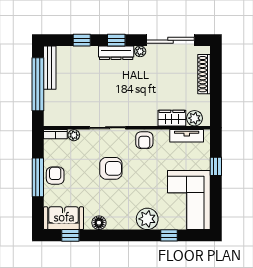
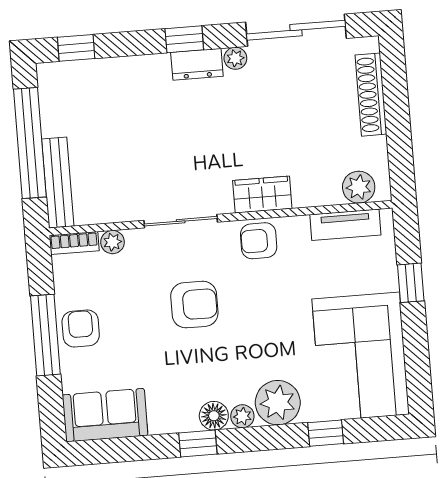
window: (82, 40) -> (76, 48), moved
dresser: (116, 53) -> (197, 64), width x0.70
bench: (50, 68) -> (58, 183), moved
wardrobe: (172, 118) -> (262, 195), moved
armchair: (144, 140) -> (259, 241), turned 90
floor lamp: (99, 223) -> (214, 416), moved
plant: (130, 224) -> (242, 416), added
window: (70, 235) -> (198, 443), moved

